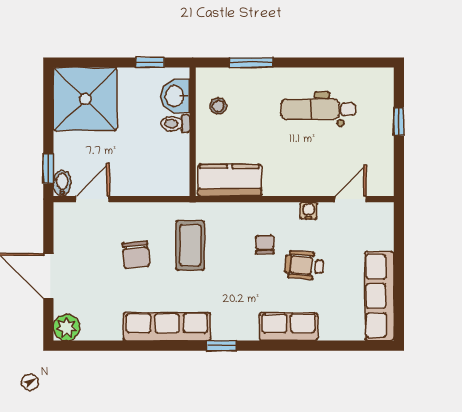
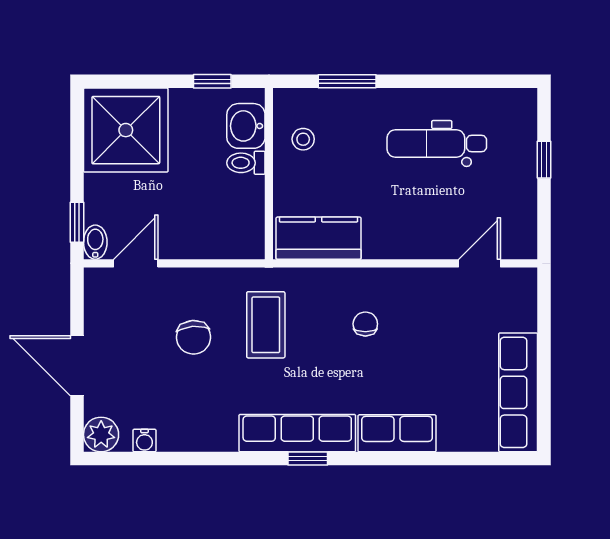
water cooler: (309, 211) -> (144, 441), moved, turned 180
wheelchair: (304, 265) -> (418, 352), removed
row of seats: (167, 326) -> (297, 433), moved

